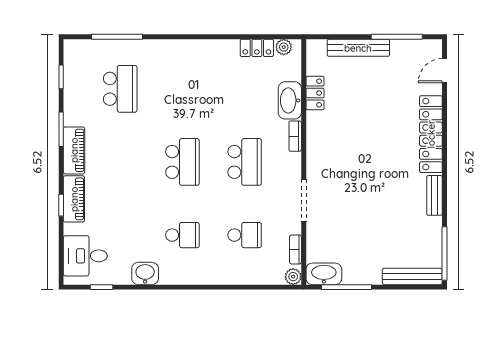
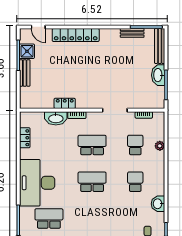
plant: (284, 47) -> (24, 122), removed
bench: (358, 48) -> (25, 73), width x0.73
shower: (403, 52) -> (27, 51), added
desk: (181, 69) -> (37, 183), added
locker: (315, 93) -> (65, 103), moved
bench: (434, 195) -> (132, 33), moved
washbasin: (324, 274) -> (158, 75), moved
plant: (293, 277) -> (160, 146), moved

